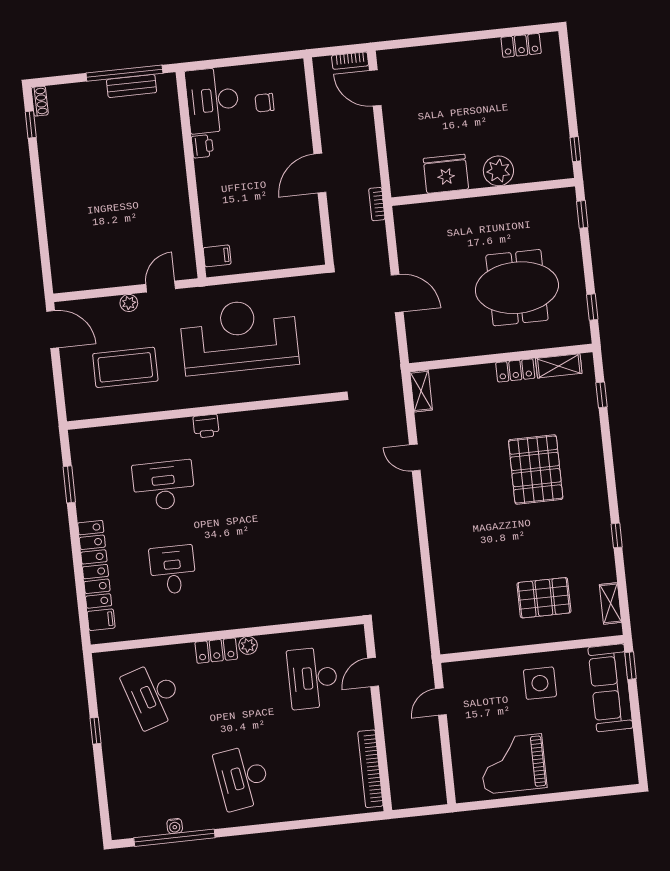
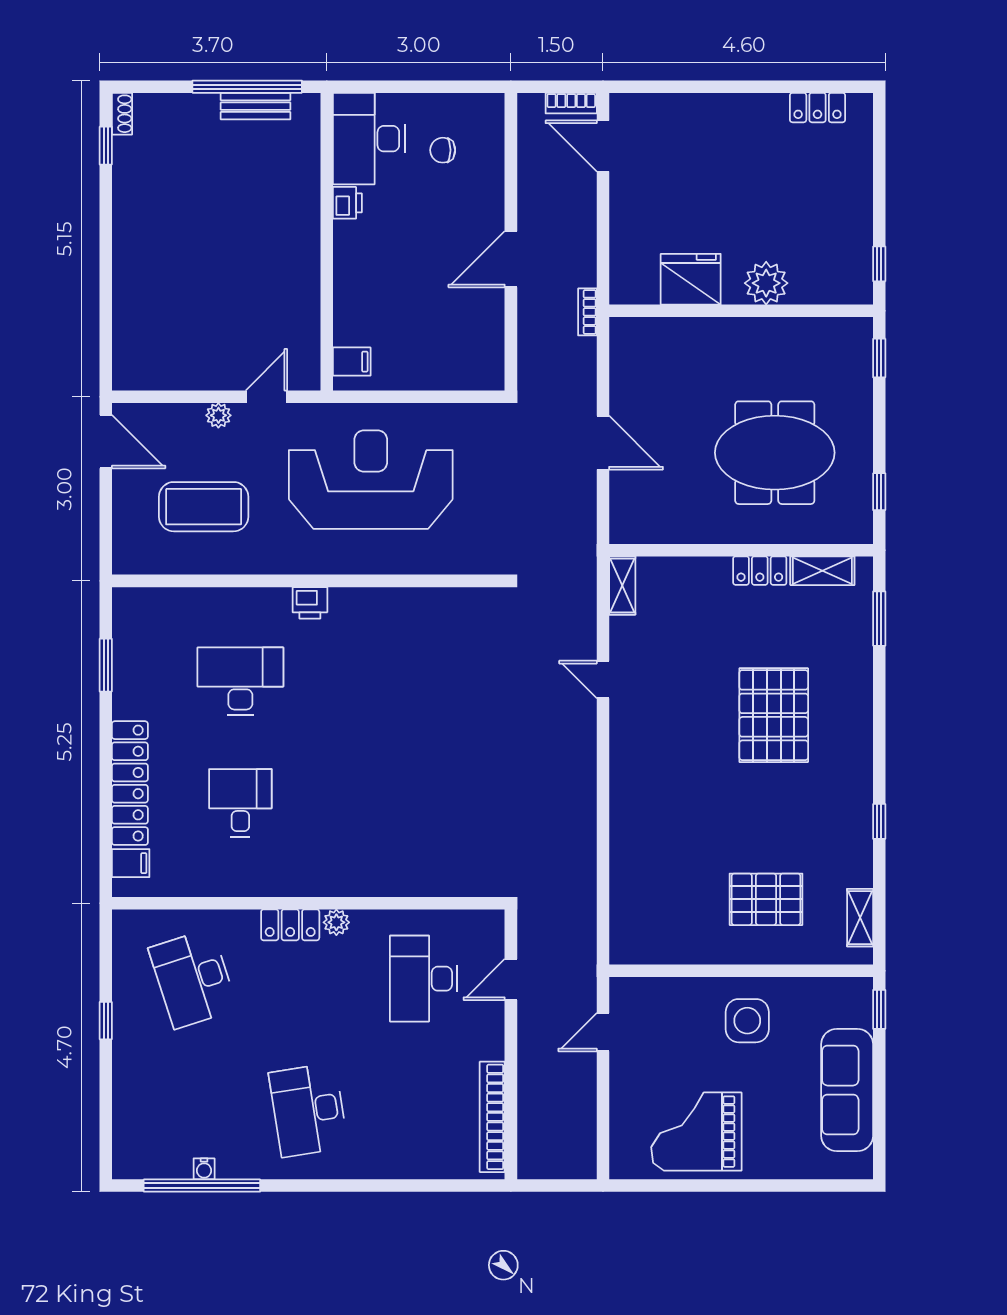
window: (602, 395) -> (879, 619), width x1.50
sofa: (610, 688) -> (847, 1090), moved

